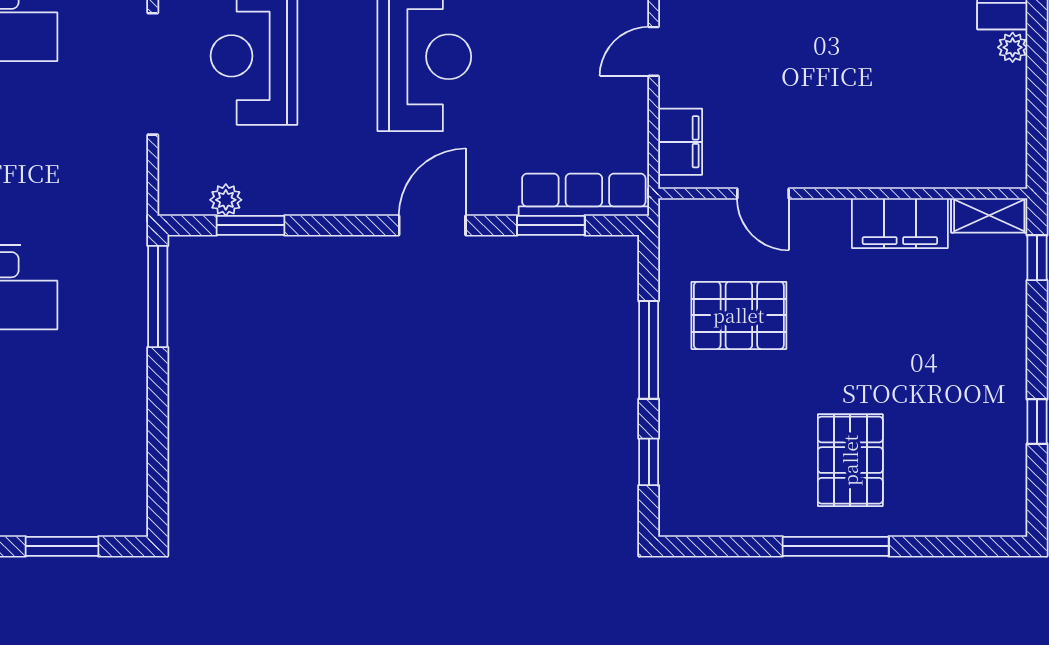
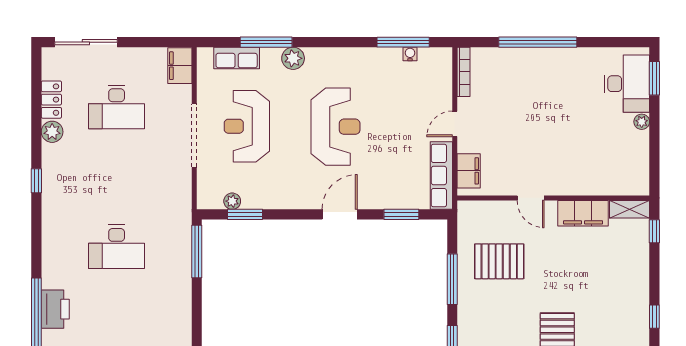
door: (763, 194) -> (531, 198), moved
row of seats: (584, 195) -> (441, 175), moved, turned -90

